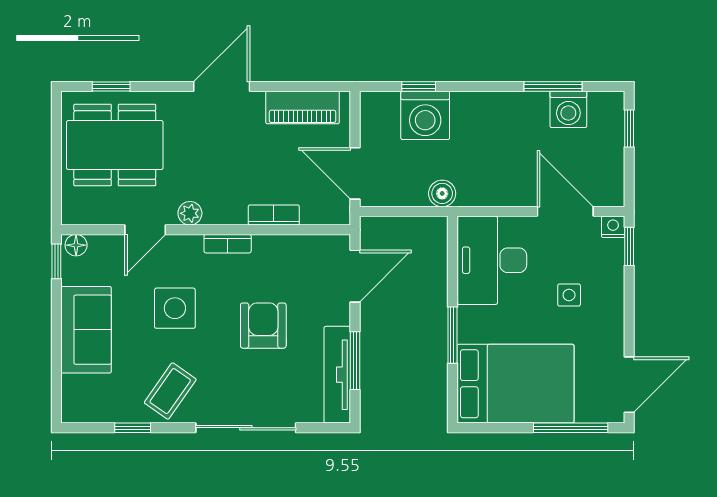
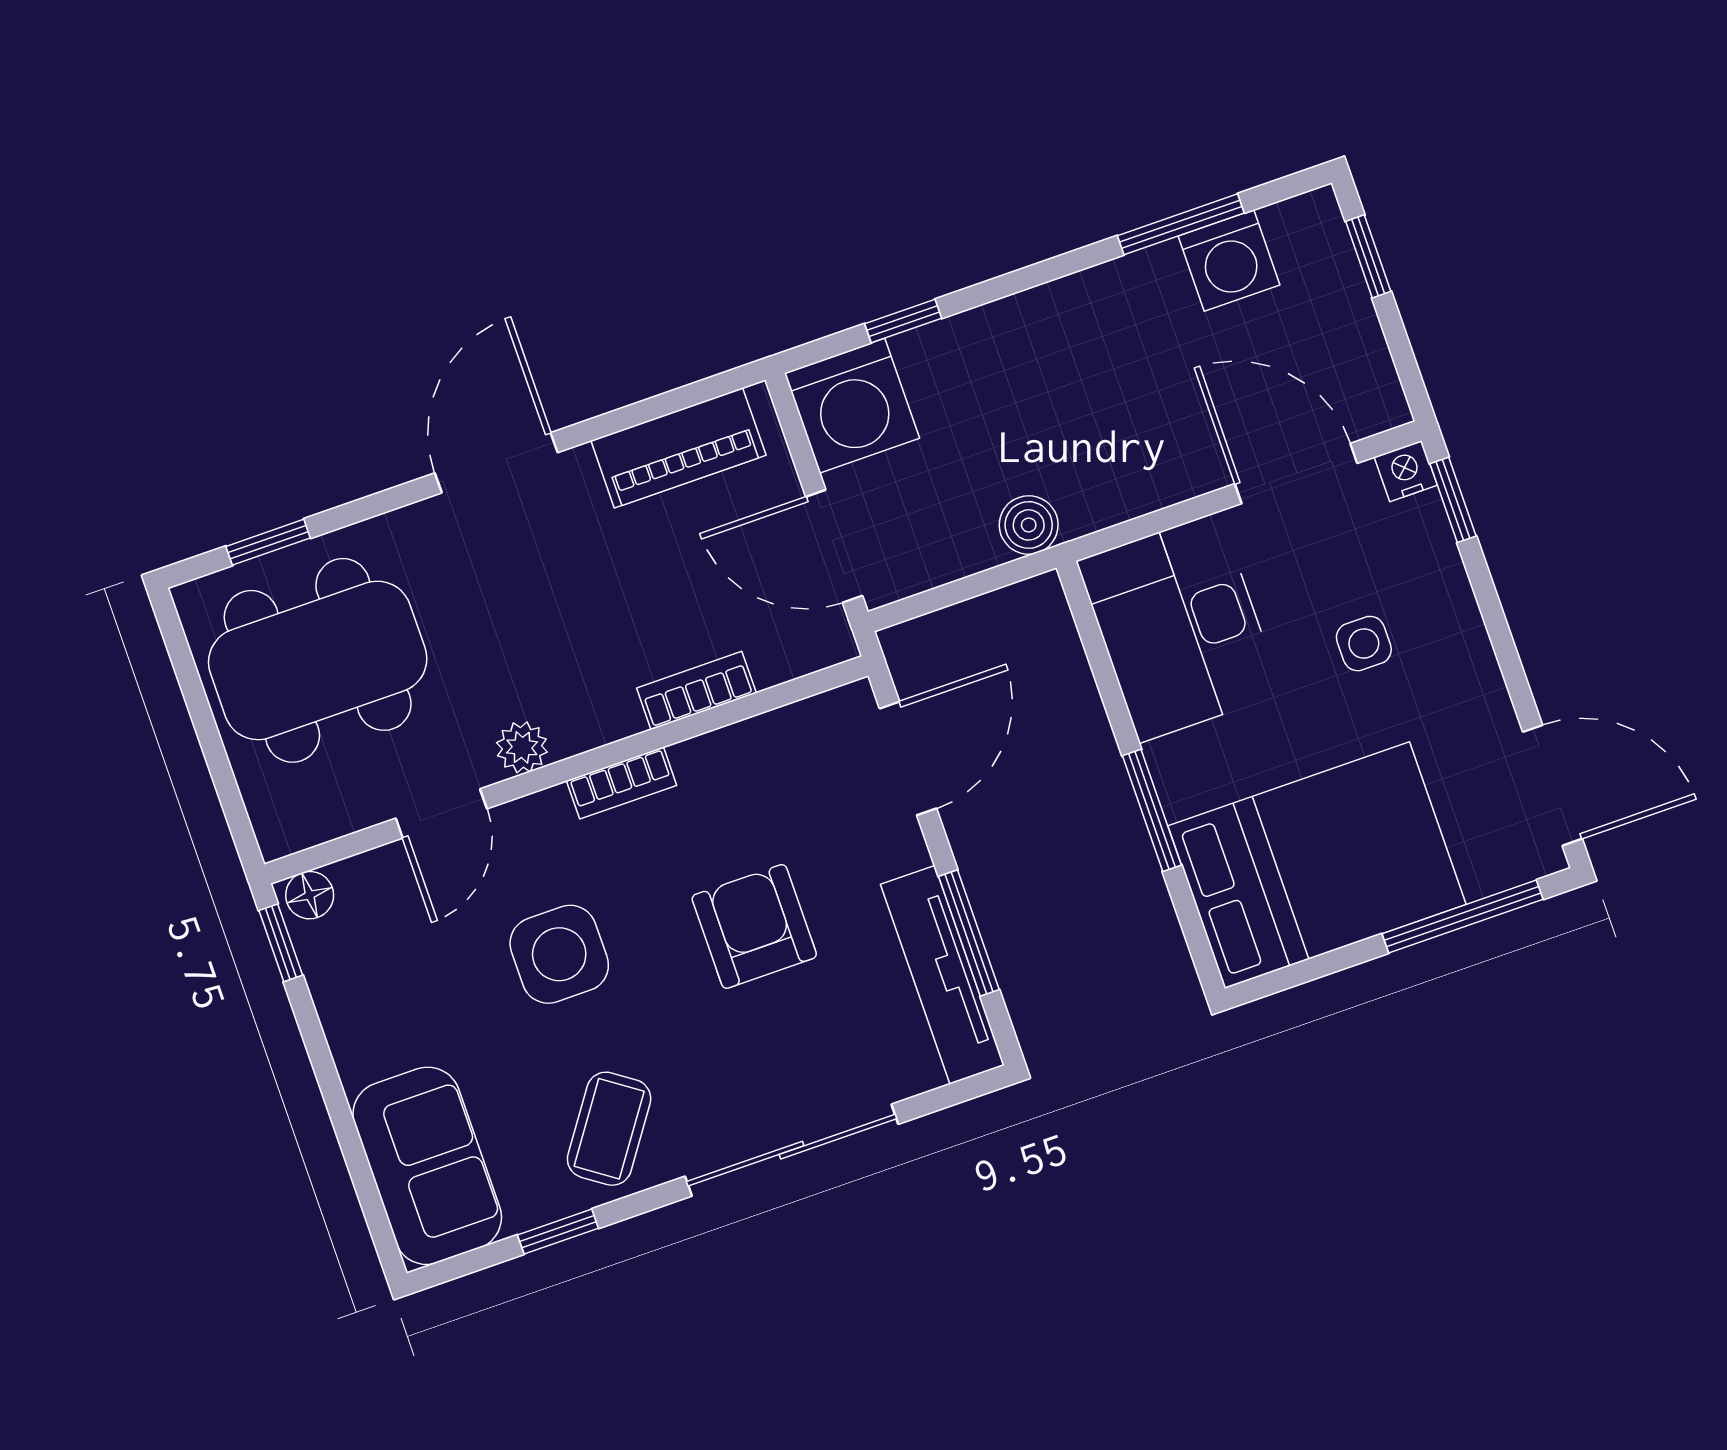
washing machine: (425, 115) -> (852, 406), moved
sofa: (86, 330) -> (427, 1166), moved
door: (629, 385) -> (1552, 785), hinge flipped

